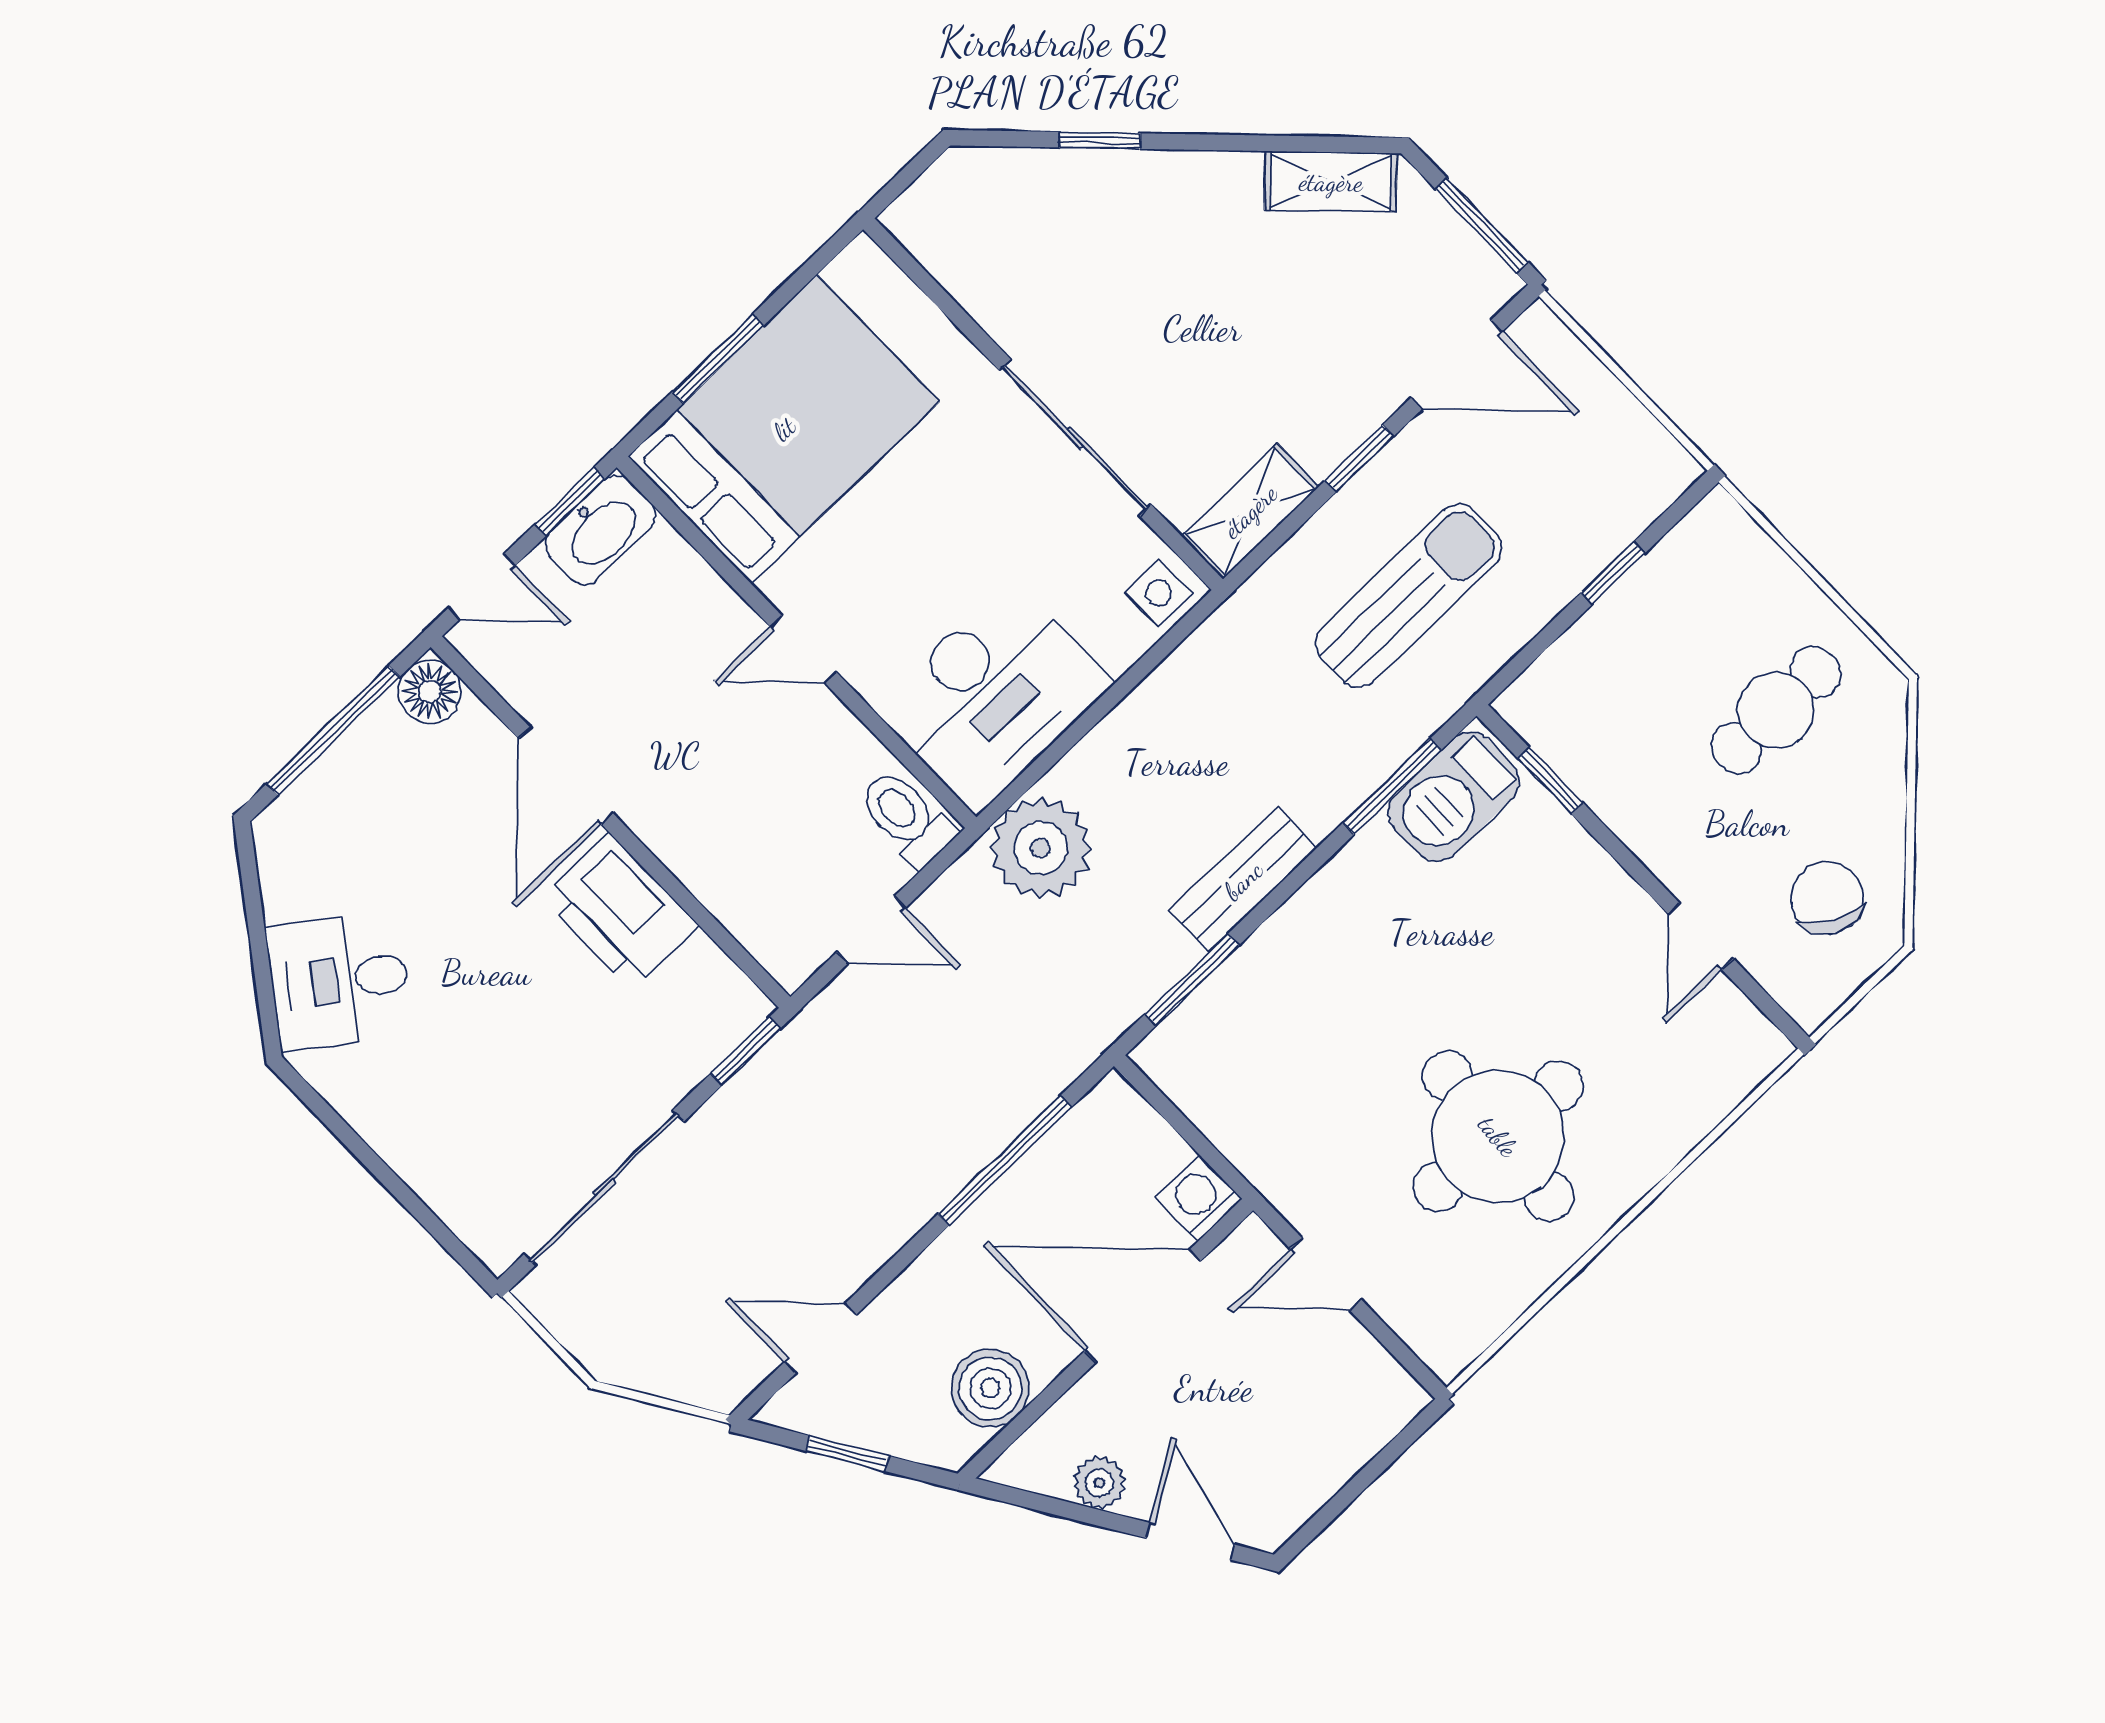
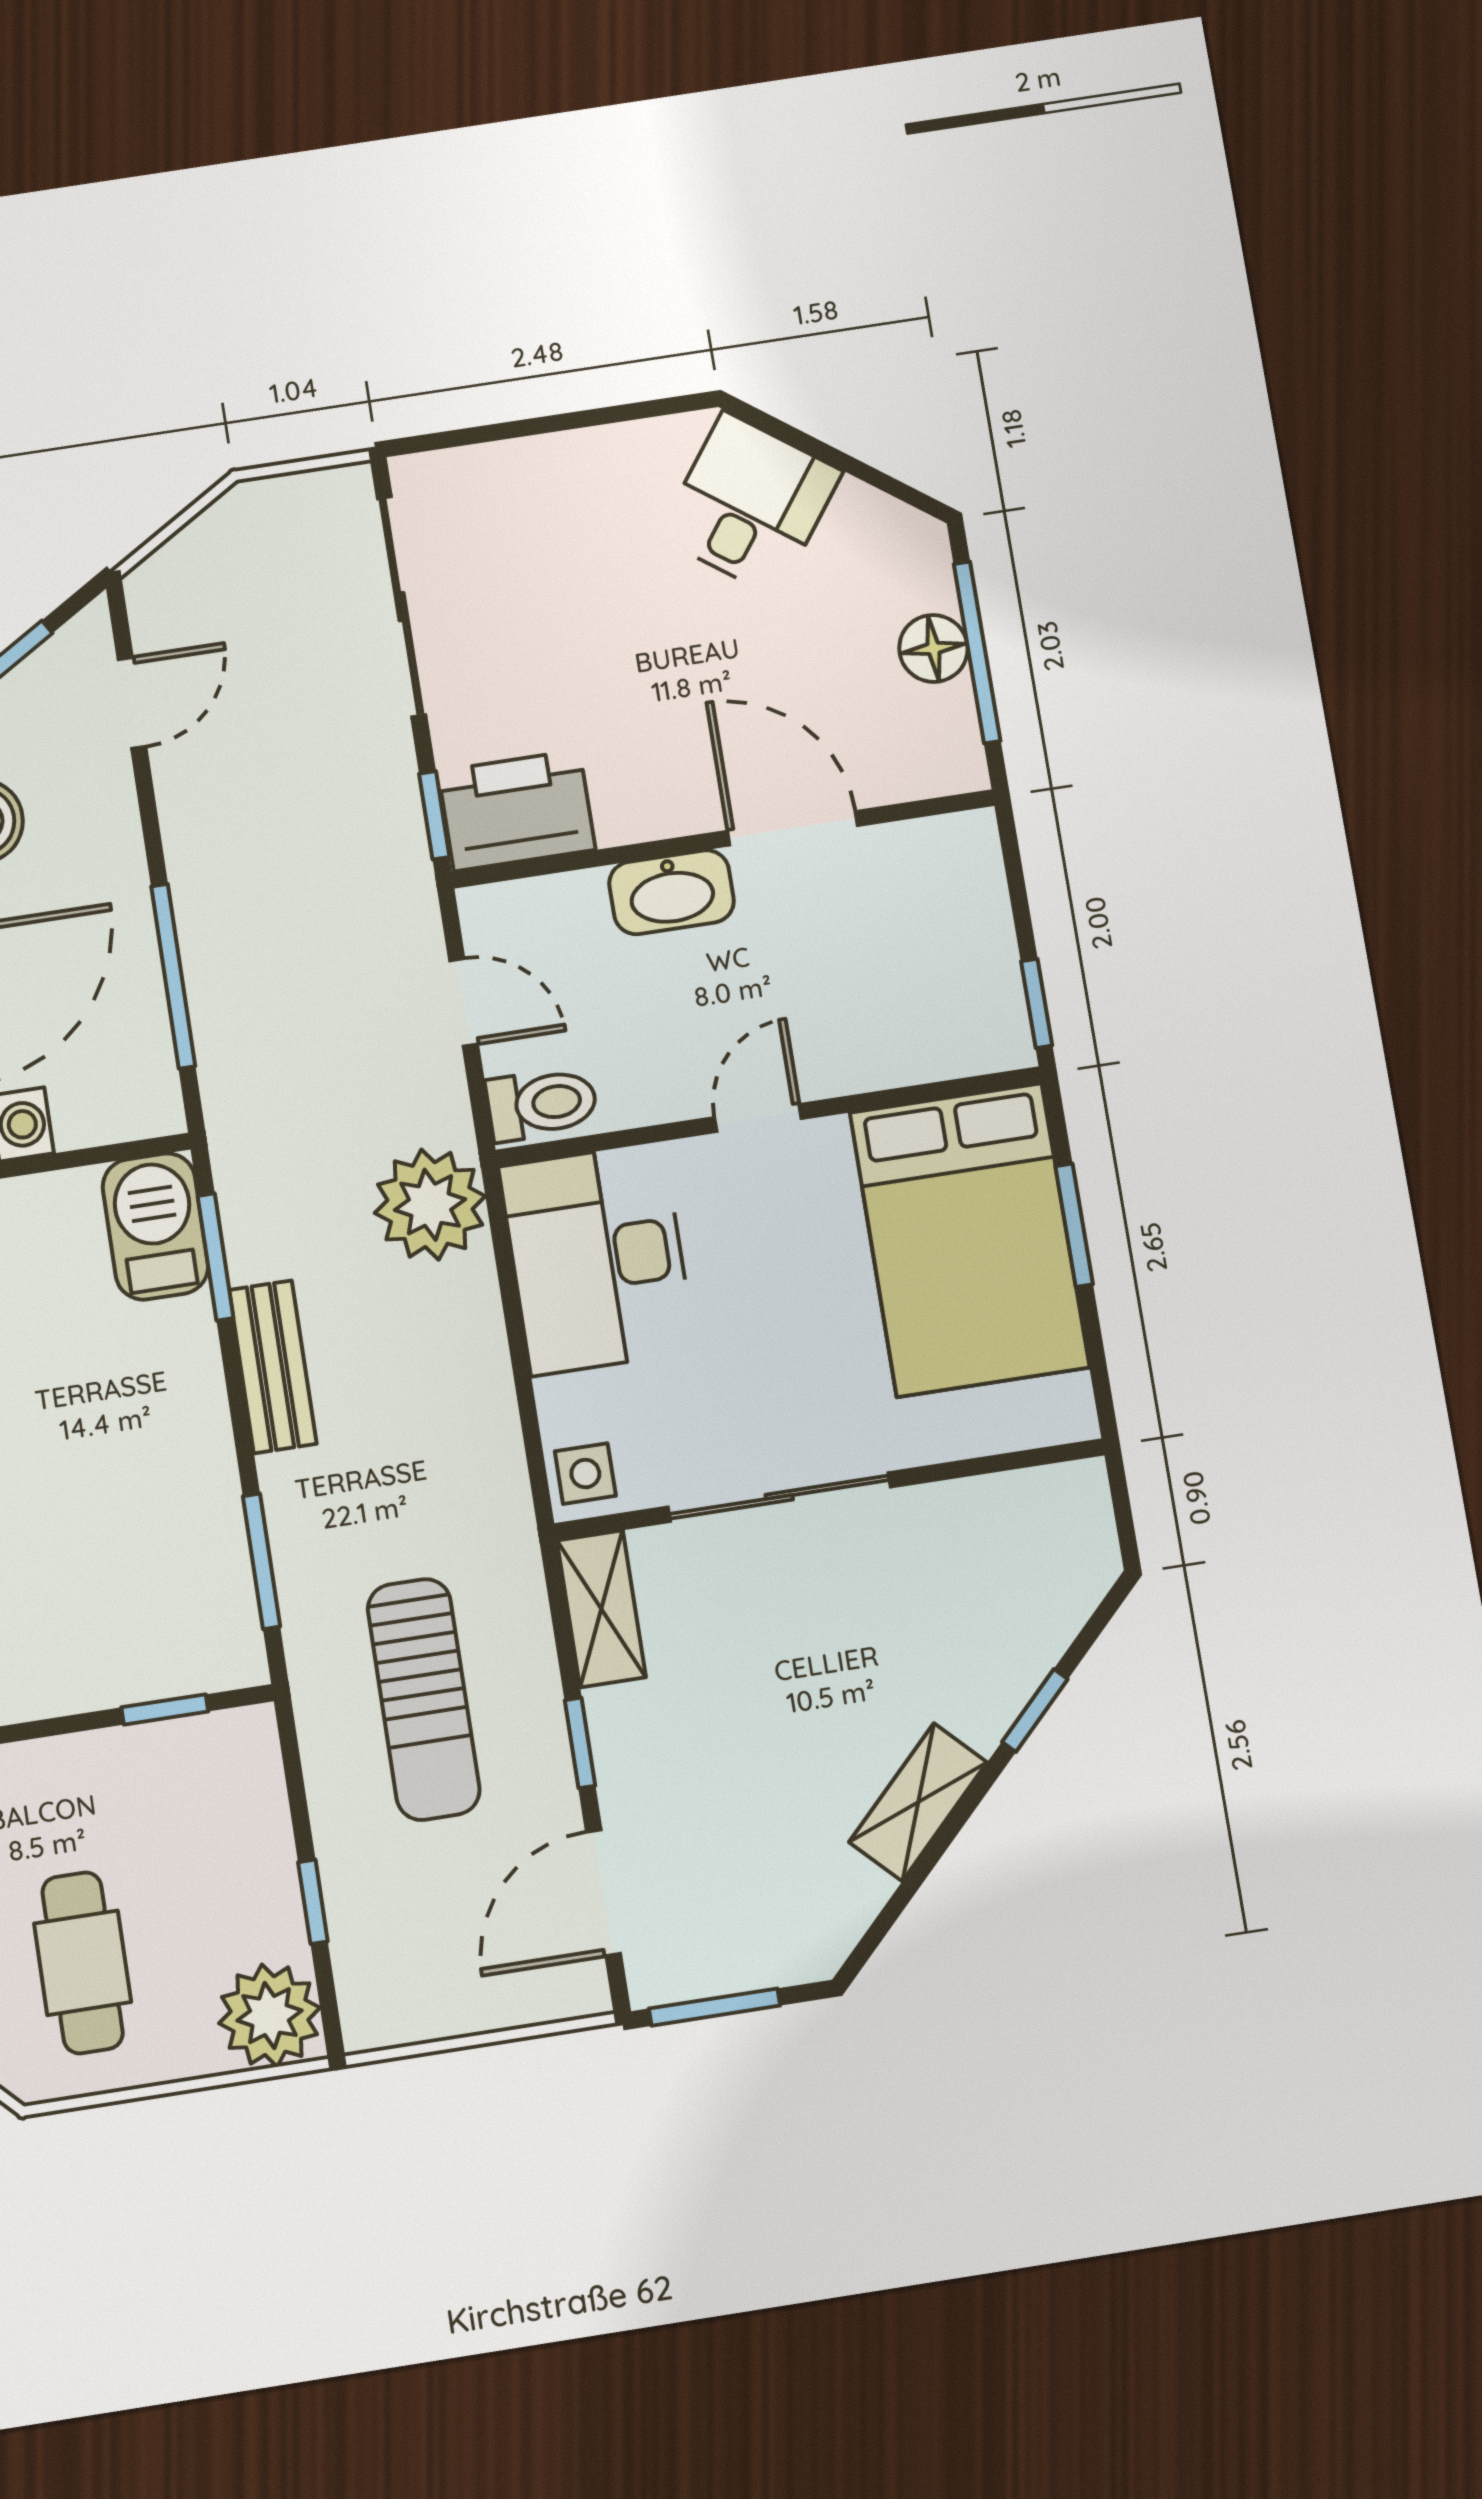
shelving: (1331, 182) -> (918, 1802), moved
washbasin: (600, 530) -> (672, 892), moved, turned -90
plant: (1717, 547) -> (270, 2016), added
door: (482, 587) -> (1014, 872), removed
floor lamp: (430, 691) -> (933, 648), moved
barbecue: (1454, 796) -> (155, 1226), moved
printer: (620, 911) -> (517, 810), moved
door: (871, 930) -> (464, 1002), swing flipped

